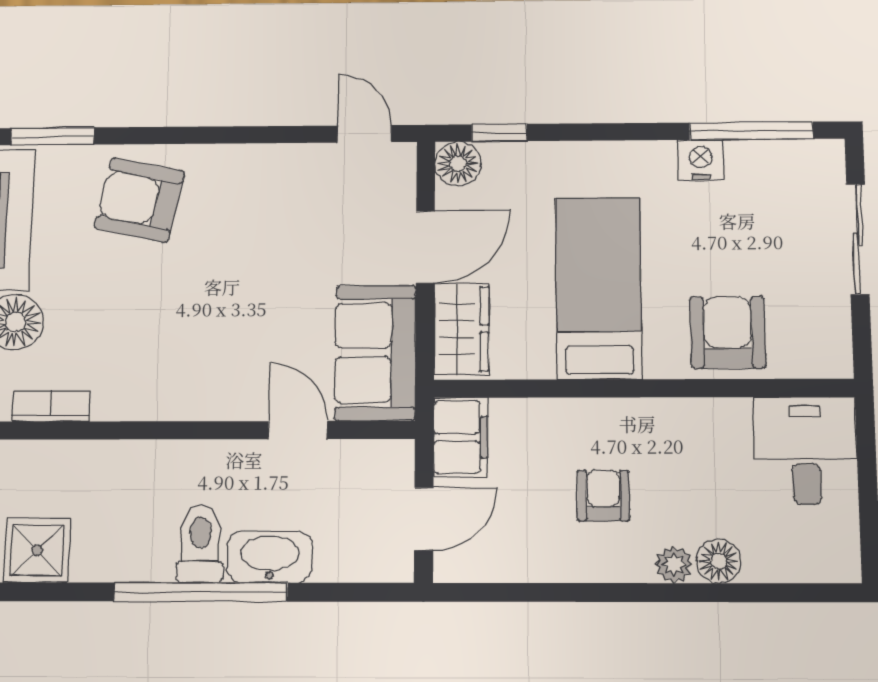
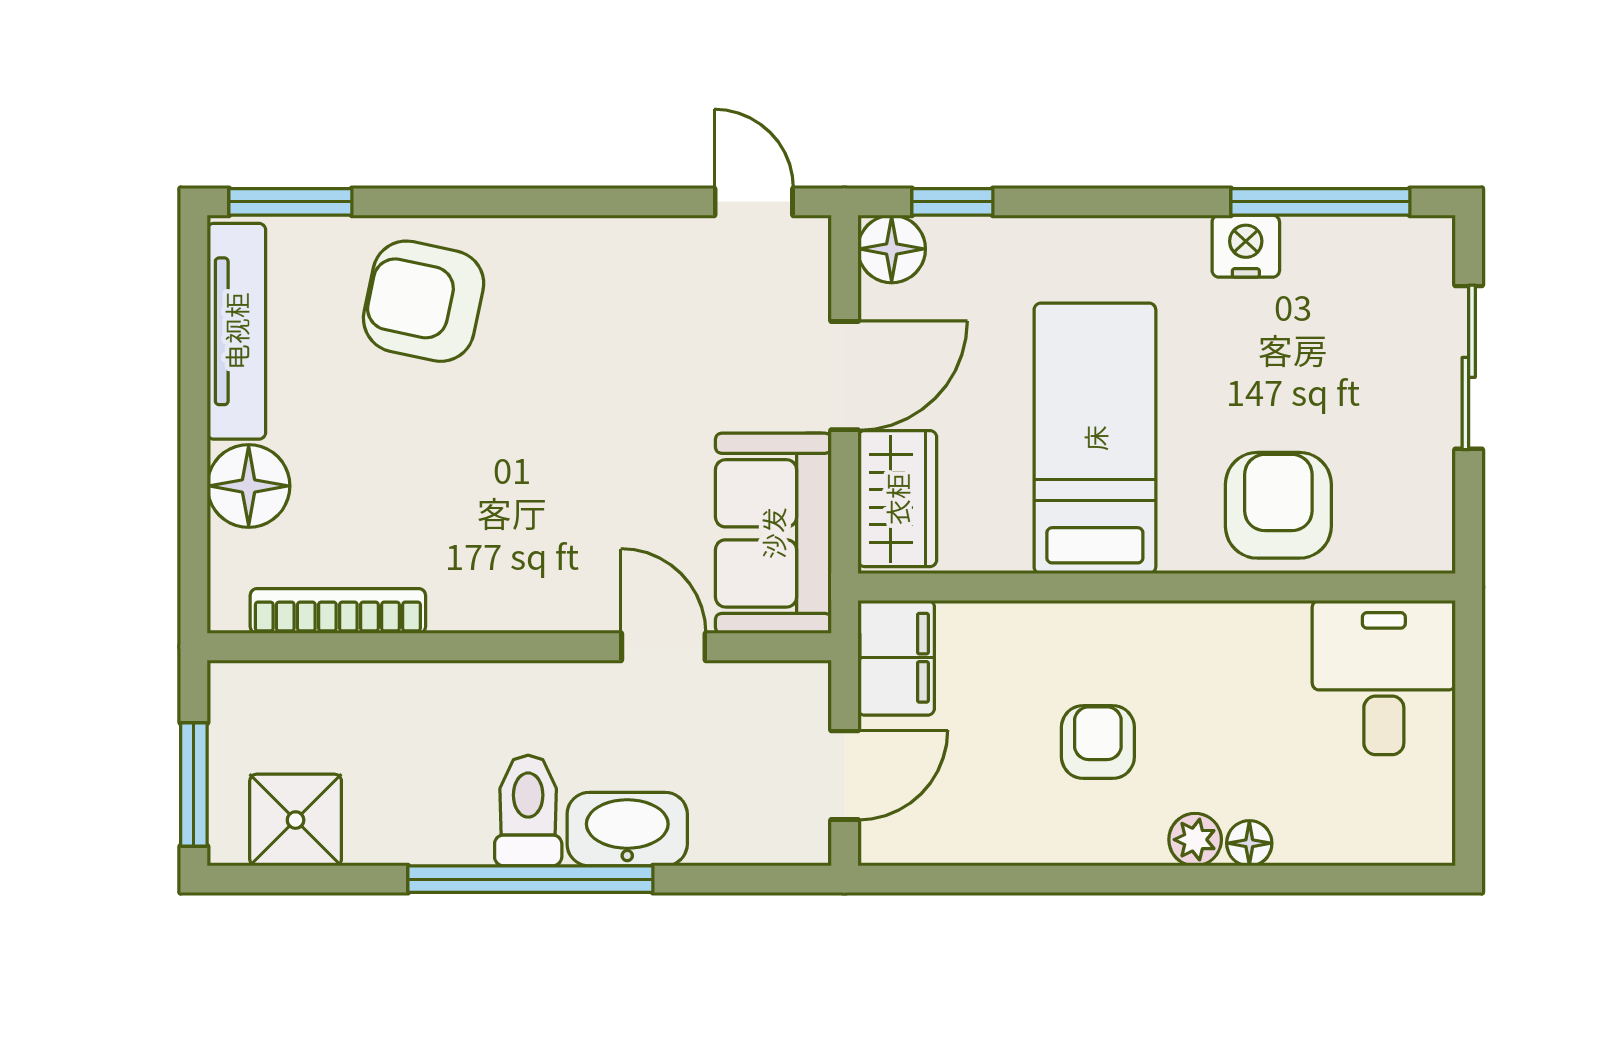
bookcase: (51, 406) -> (338, 611), width x1.56
floor lamp: (719, 561) -> (1249, 843), width x0.73, depth x0.73

